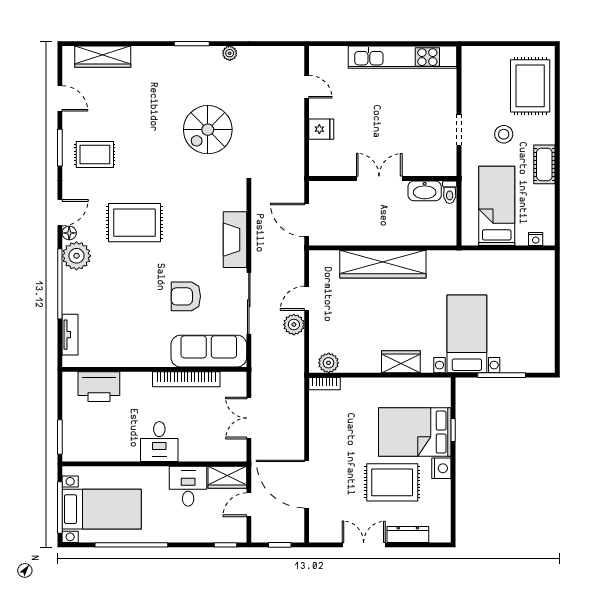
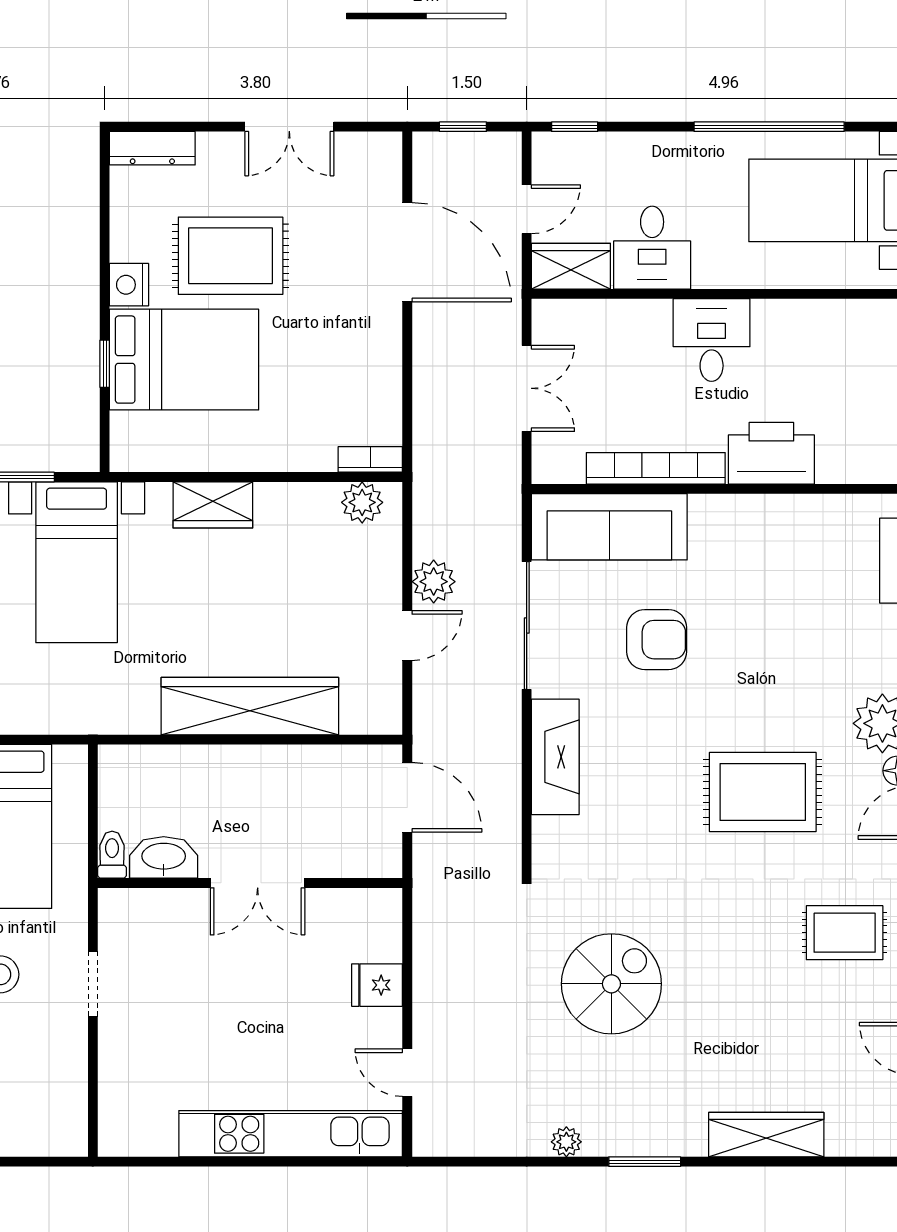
wardrobe: (103, 57) -> (766, 1135), moved
kitchen unit: (402, 57) -> (291, 1134), moved
printer: (99, 387) -> (771, 453), moved
dresser: (408, 534) -> (152, 148), moved

